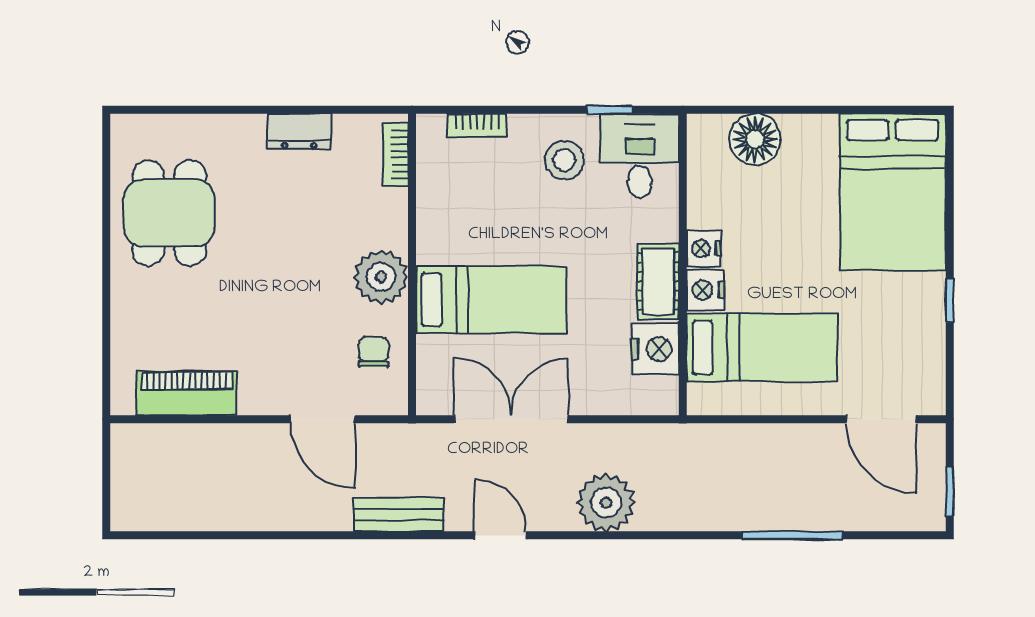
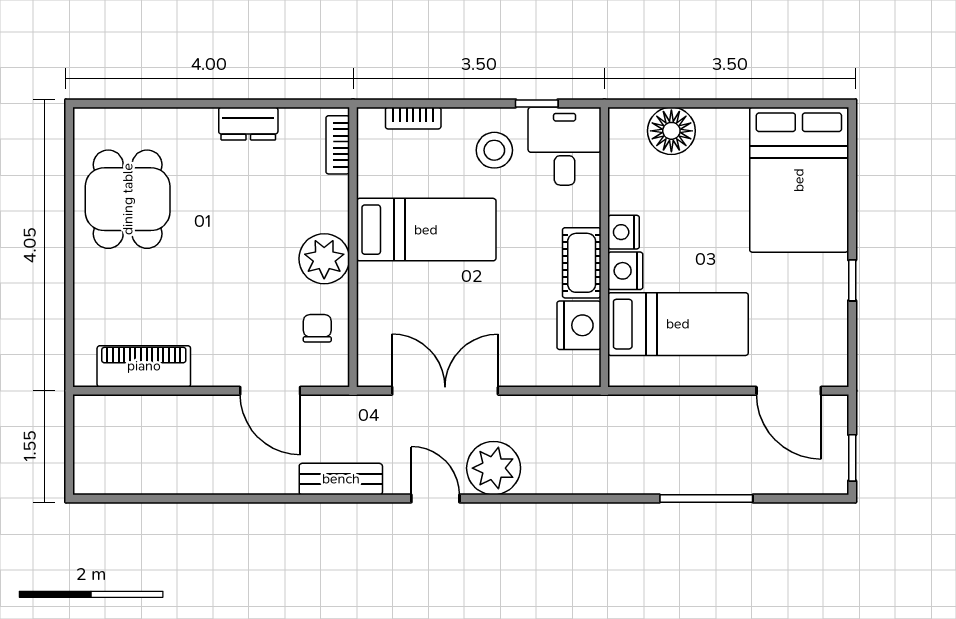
bed: (491, 300) -> (426, 230), moved
plant: (606, 503) -> (494, 468), moved

